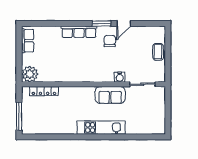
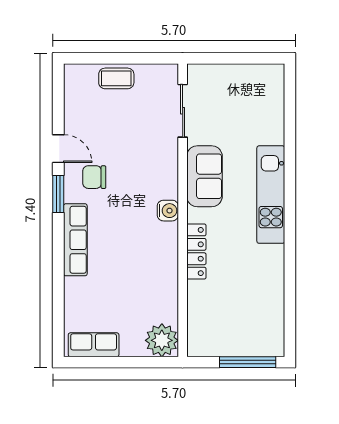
water cooler: (120, 77) -> (168, 211), moved
locker: (44, 91) -> (196, 252), moved

